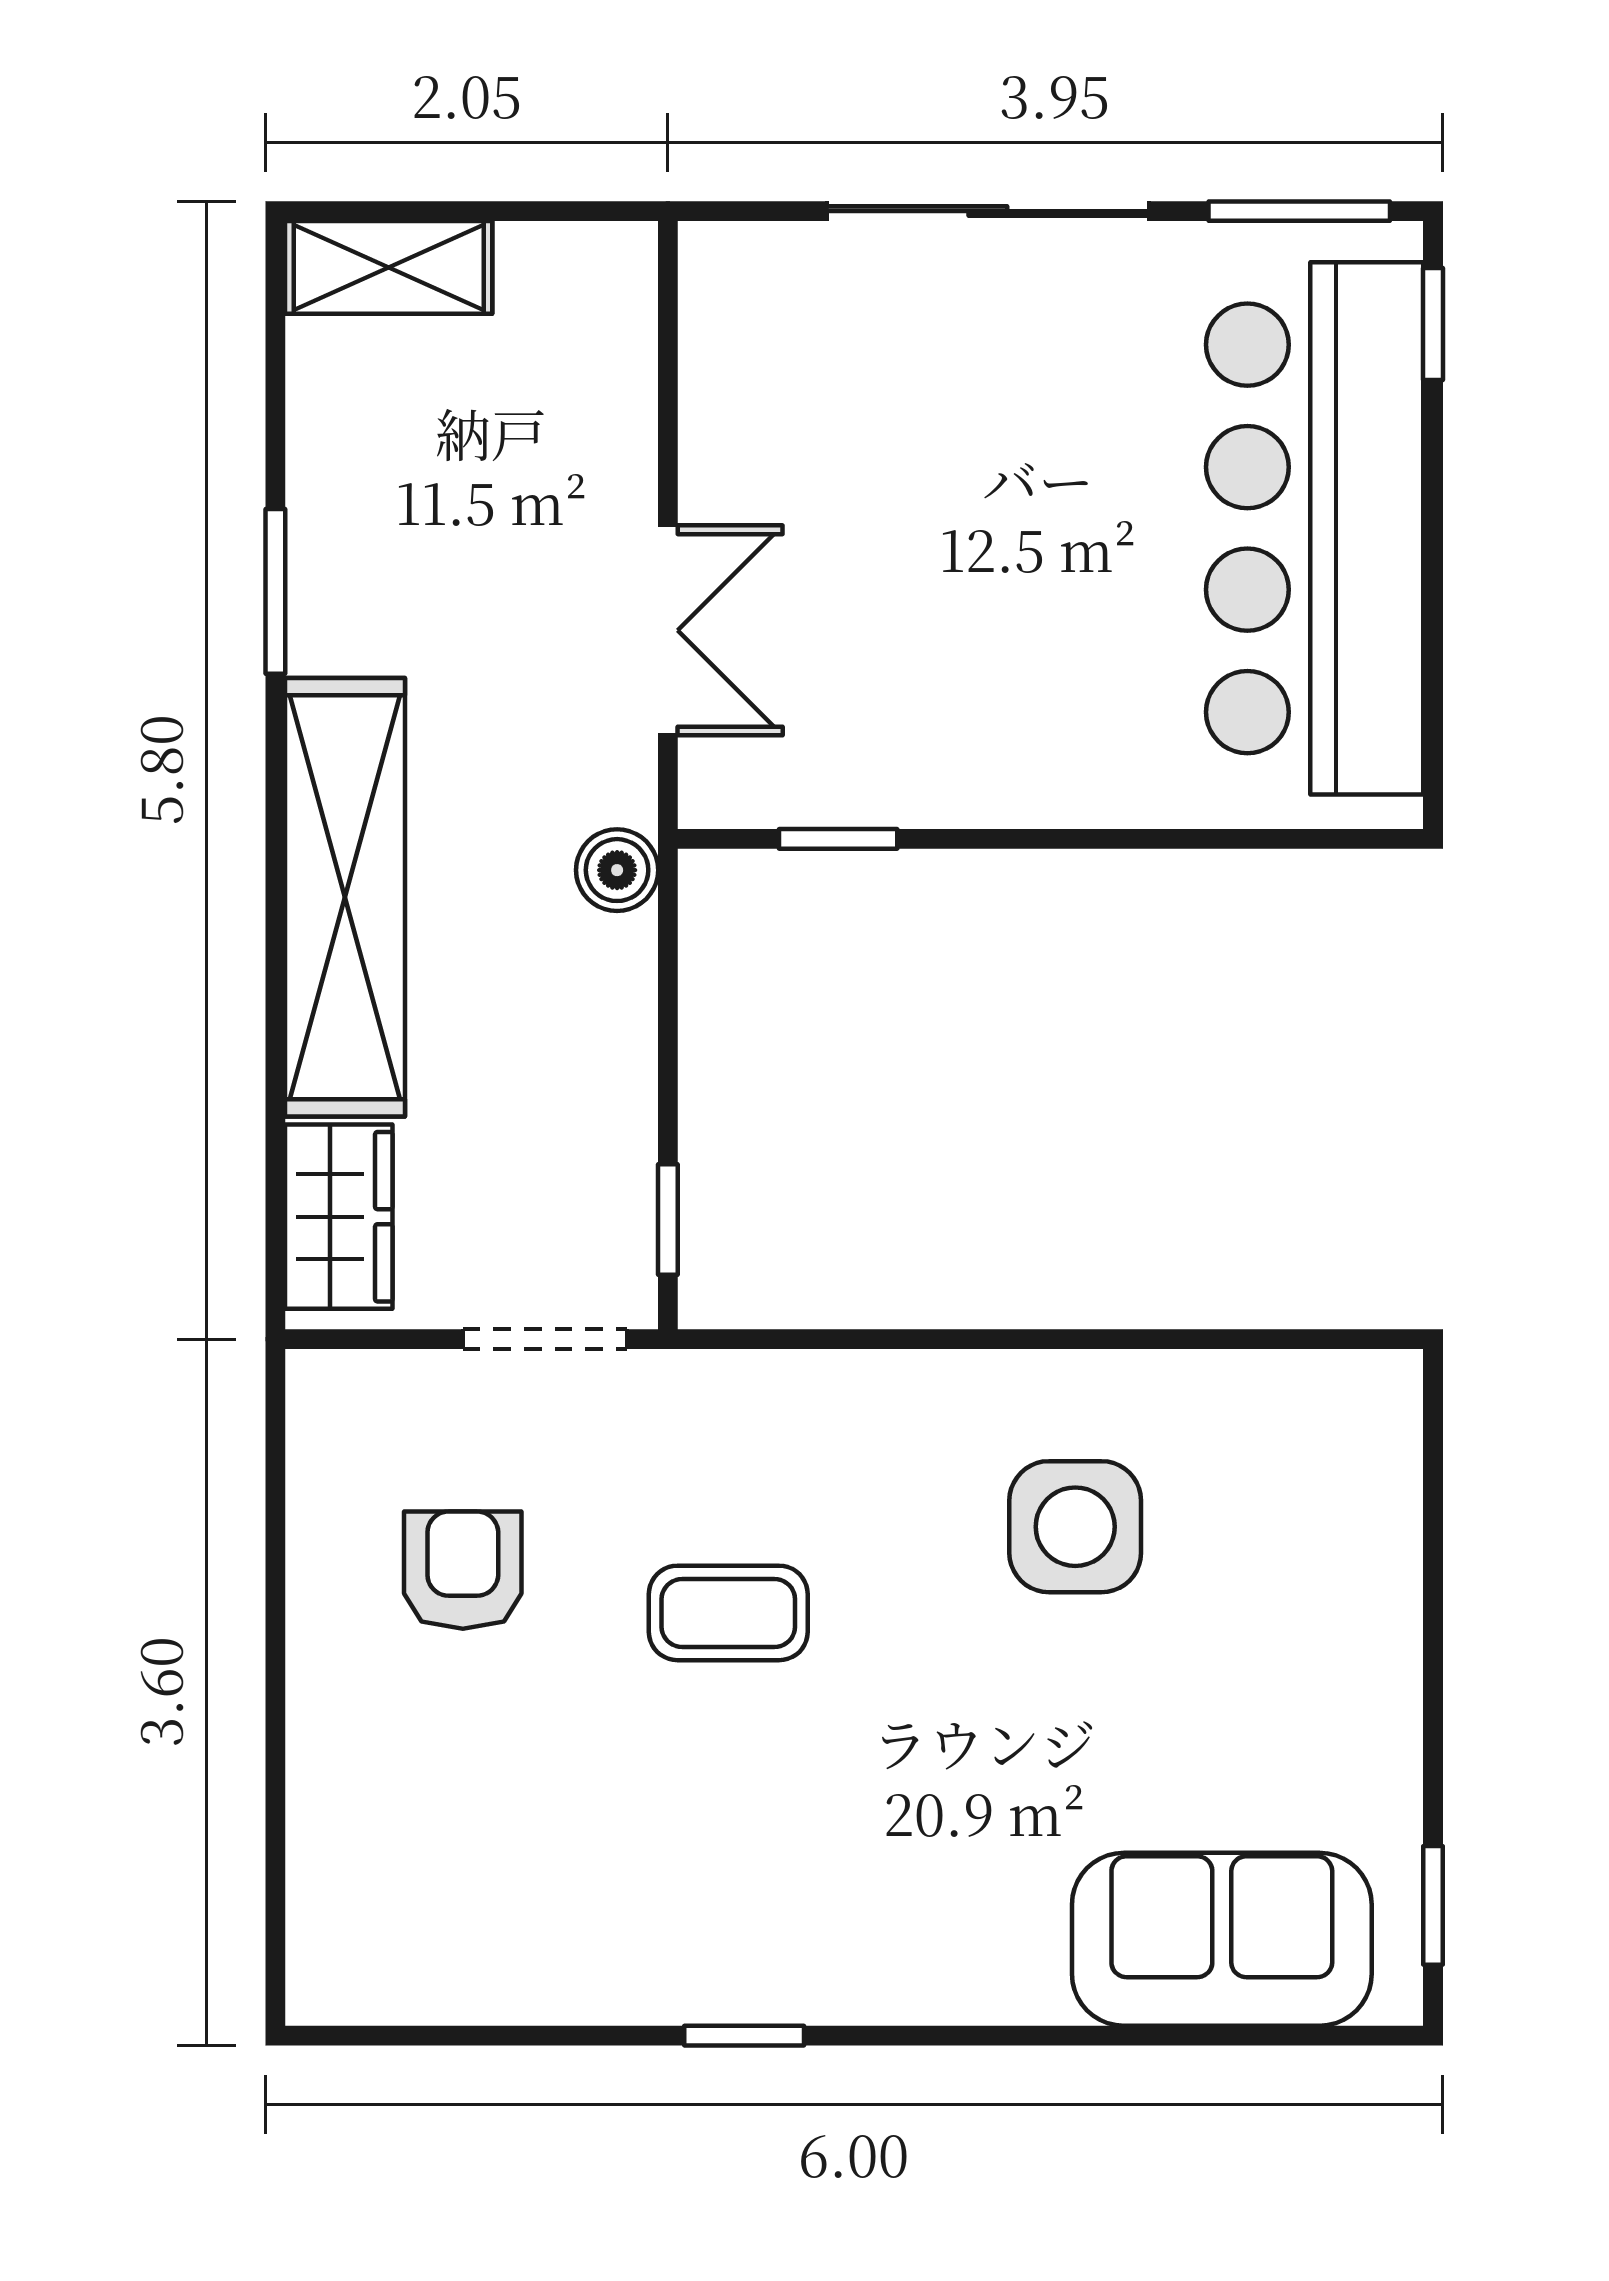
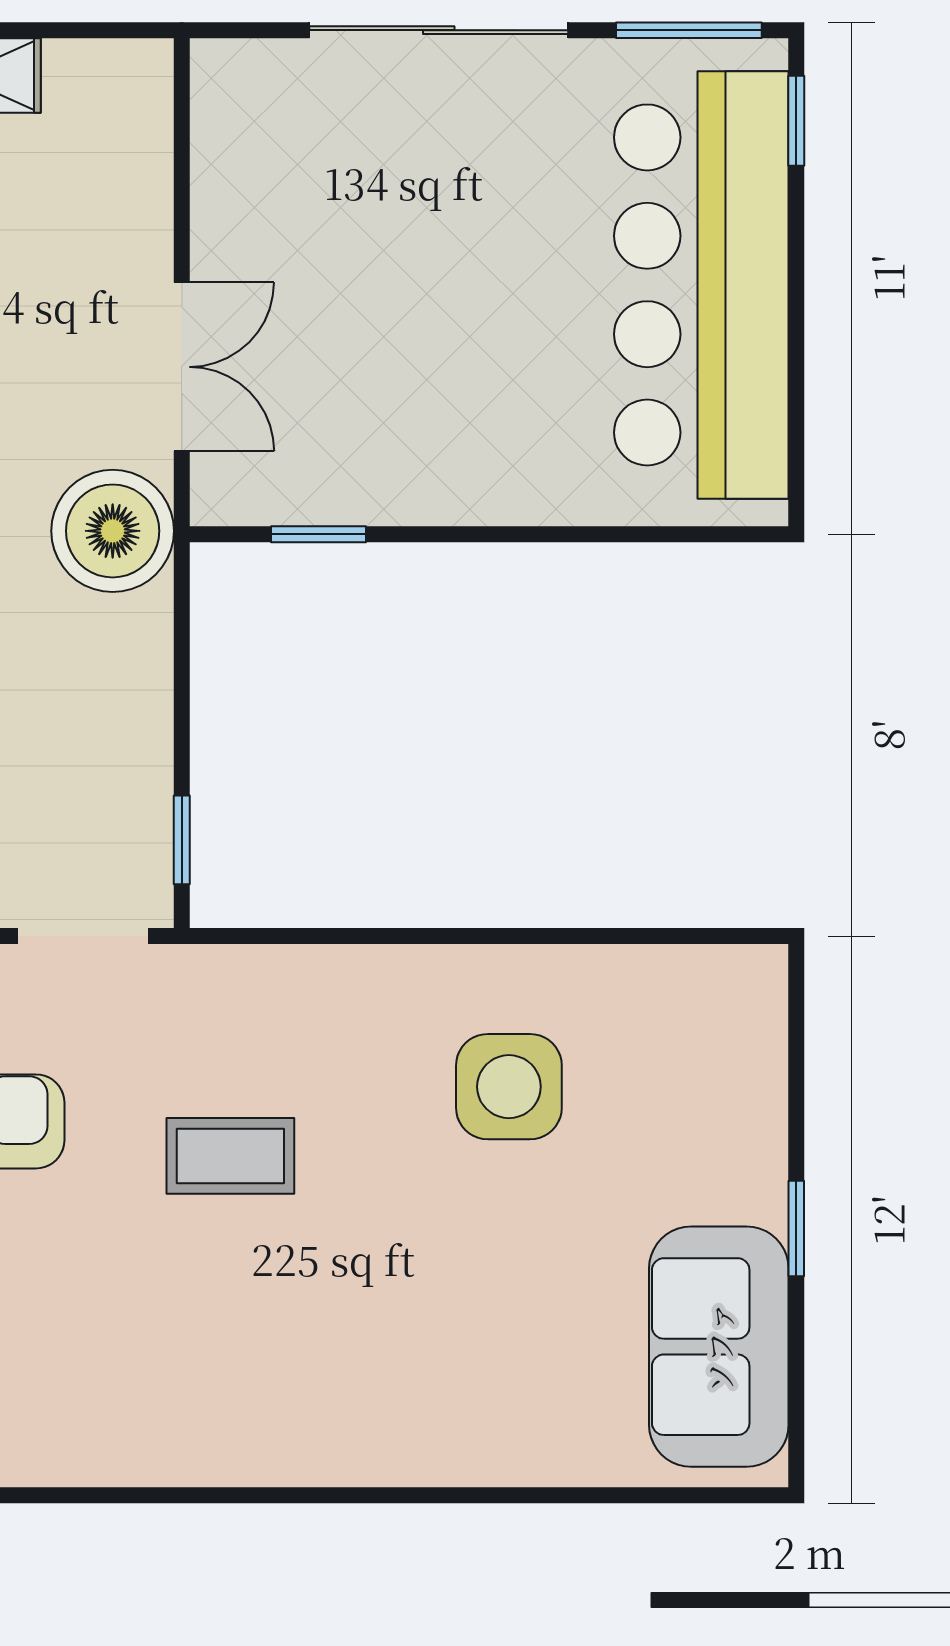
boiler: (617, 870) -> (113, 531), width x1.86, depth x1.86
window: (1433, 1905) -> (796, 1228), moved
sofa: (1222, 1939) -> (719, 1347), moved, turned -90
window: (744, 2036) -> (243, 1495), removed

